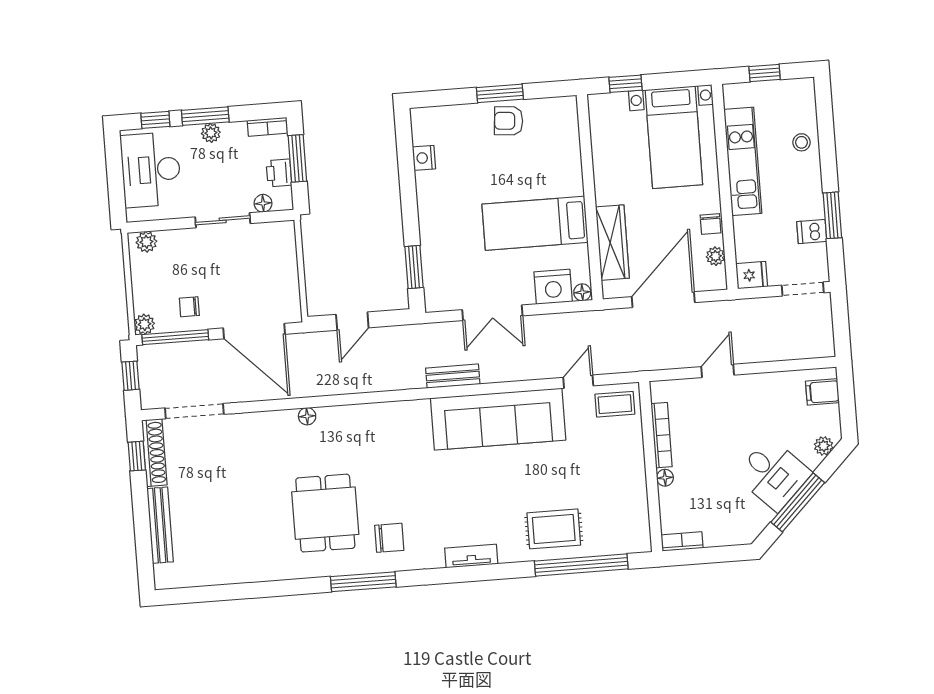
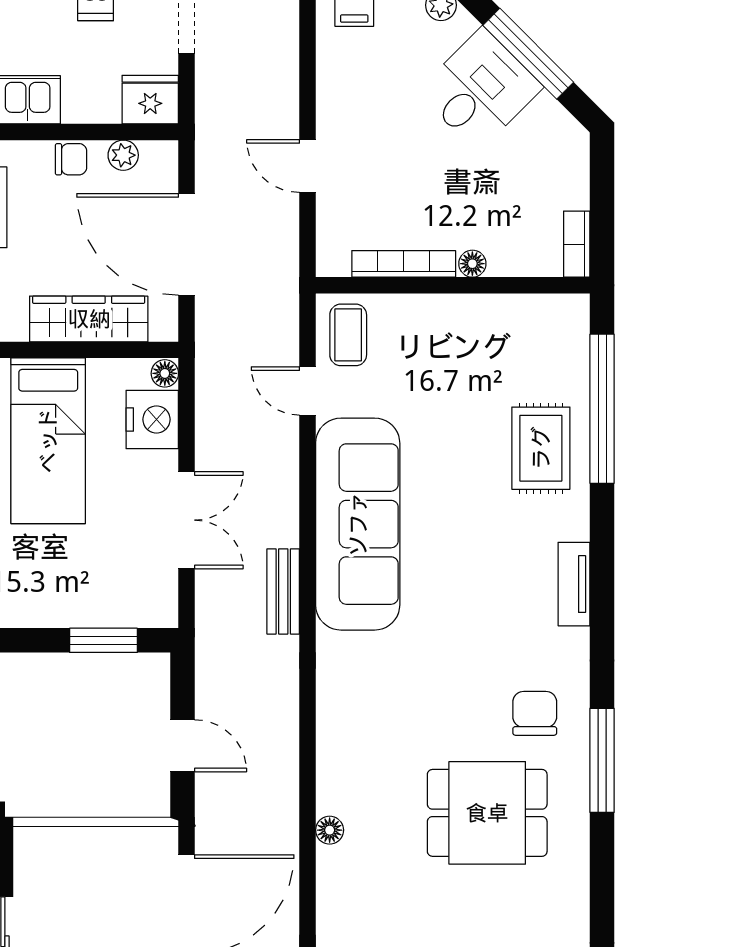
fridge: (752, 275) -> (150, 100), width x1.38

